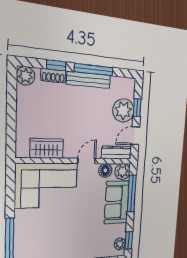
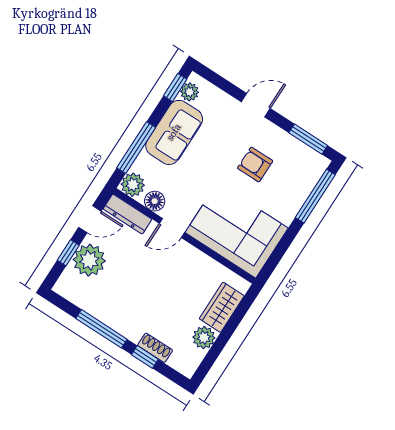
plant: (26, 76) -> (204, 338), moved
bench: (89, 80) -> (115, 321), removed
wardrobe: (47, 148) -> (222, 307), moved, turned 90
sofa: (117, 202) -> (174, 132), moved
armchair: (59, 232) -> (255, 164), added

